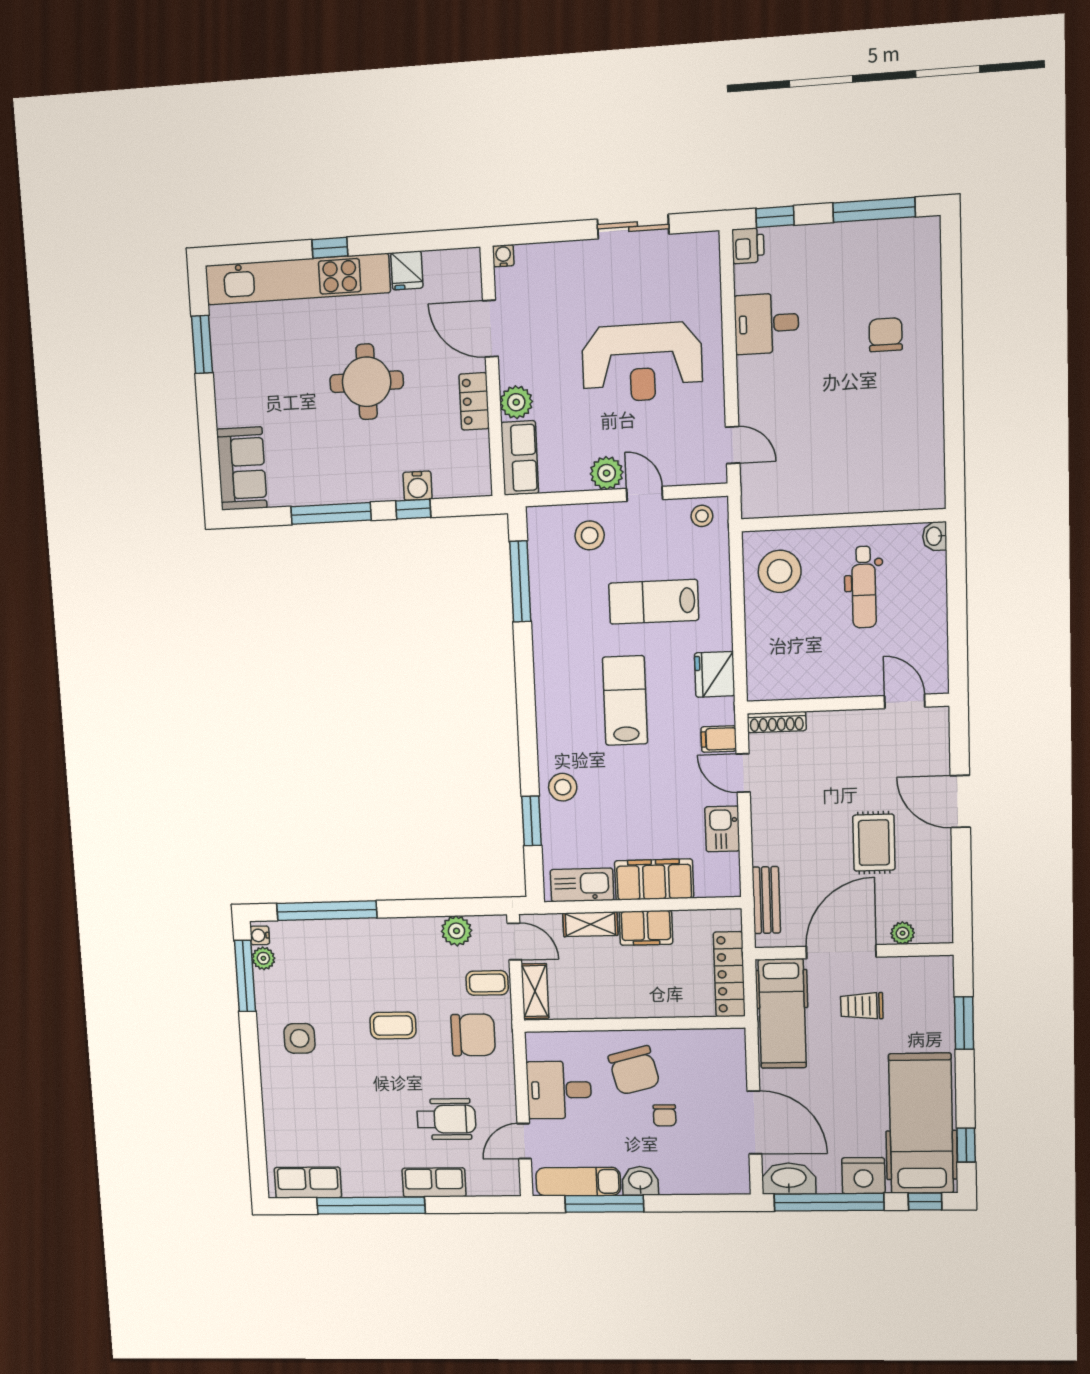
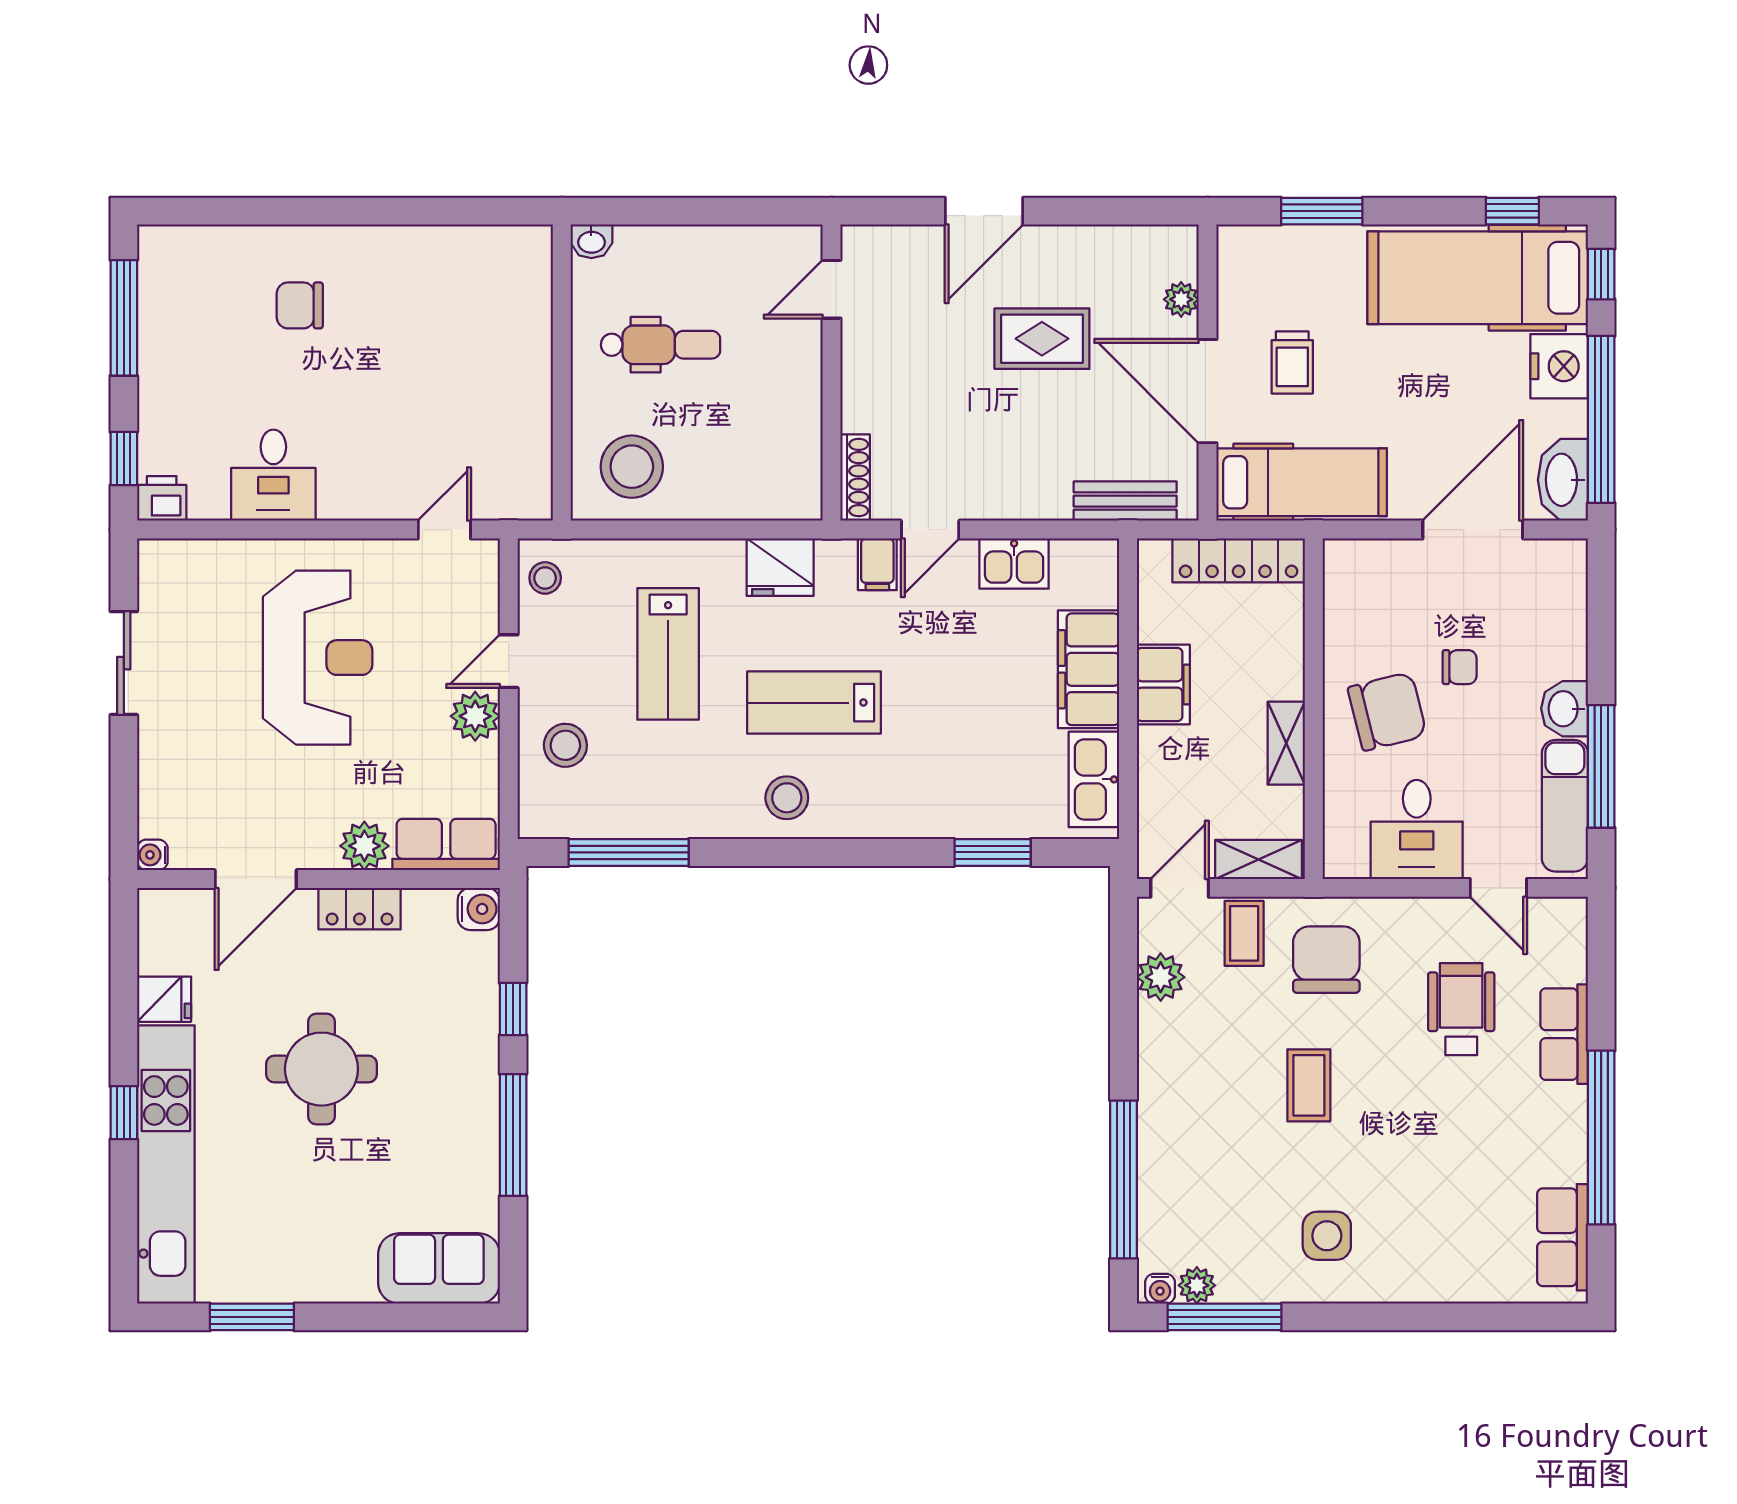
water cooler: (418, 486) -> (479, 909), moved
stool: (563, 787) -> (787, 798), moved
shelving: (590, 924) -> (1286, 743), moved

